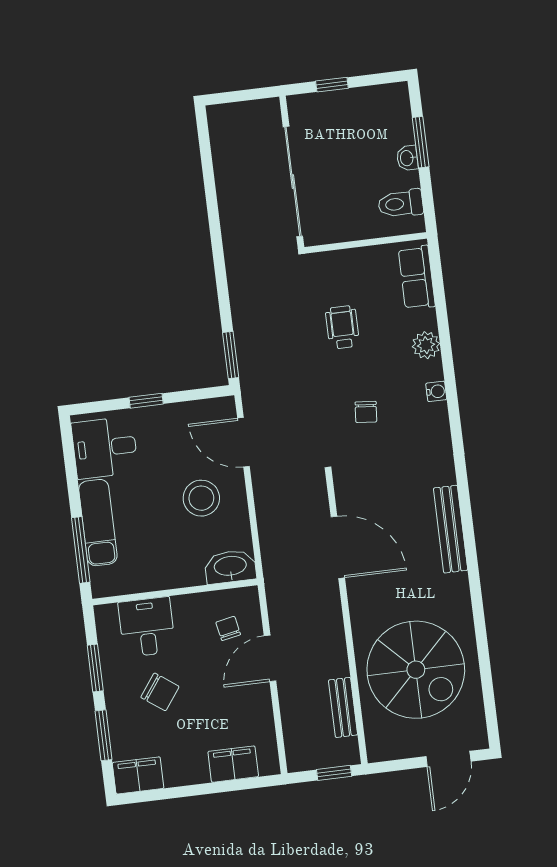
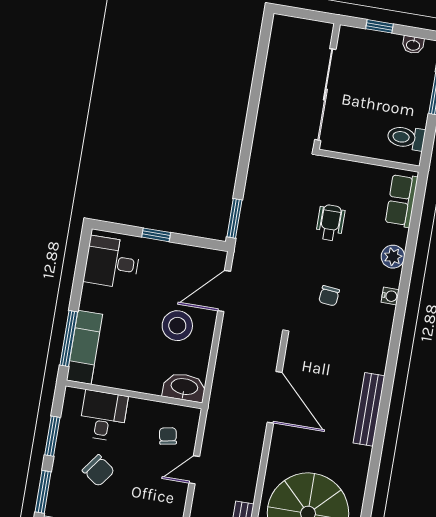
washbasin: (407, 158) -> (413, 45), moved, turned -90
door: (243, 442) -> (224, 291), hinge flipped
exam couch: (98, 523) -> (84, 347), moved
door: (270, 658) -> (194, 470), width x0.73

